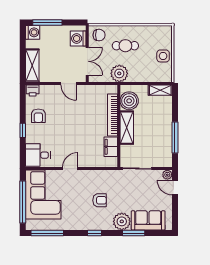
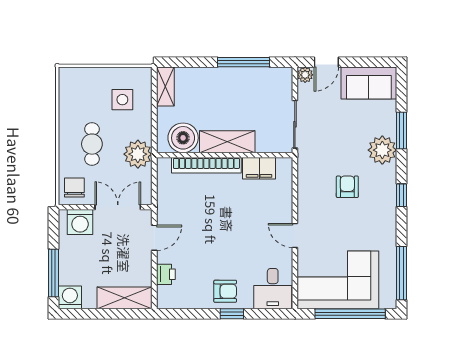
side table: (163, 56) -> (122, 100), moved
printer: (33, 90) -> (166, 274), moved
armchair: (38, 116) -> (225, 291), moved
sofa: (148, 220) -> (369, 83), moved, turned -90

